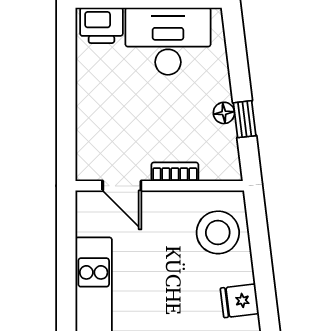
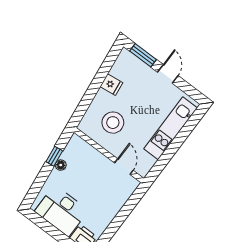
bookcase: (175, 172) -> (98, 156), removed
stool: (218, 232) -> (113, 123), moved

